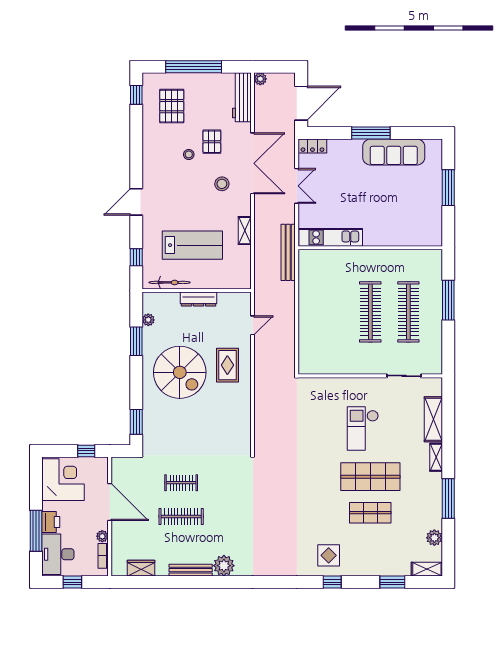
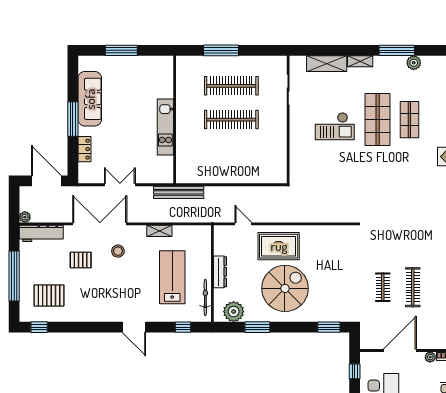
locker: (312, 146) -> (84, 149), moved
stool: (189, 154) -> (92, 280), removed
kitchen unit: (331, 237) -> (165, 127), moved
plant: (148, 320) -> (234, 312), width x1.87, depth x1.87
rug: (227, 365) -> (279, 246), width x1.36, depth x1.43
plant: (434, 538) -> (414, 63), moved

